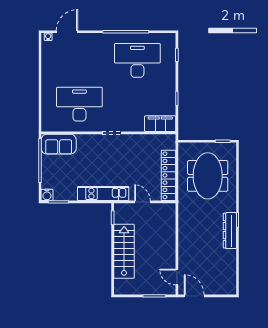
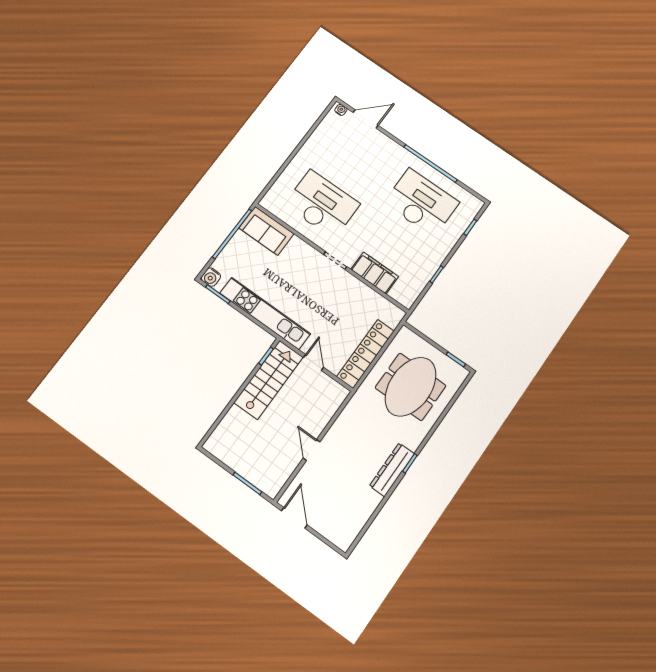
filing cabinet: (160, 124) -> (375, 273), moved
kitchen unit: (103, 194) -> (265, 313), width x1.36
stairs: (124, 251) -> (269, 380), moved
door: (177, 277) -> (311, 450), moved

